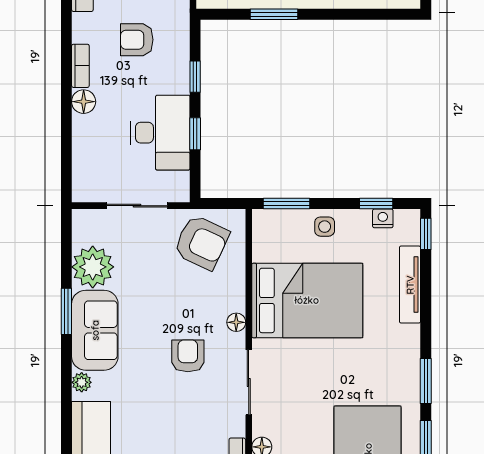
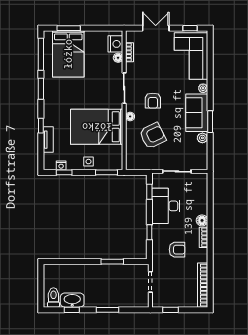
window: (195, 134) -> (149, 192), moved
window: (426, 234) -> (41, 126), moved
armchair: (201, 242) -> (153, 136), moved, turned 129
plant: (93, 267) -> (202, 138), width x0.53, depth x0.53
tv unit: (410, 285) -> (48, 140), width x0.71

